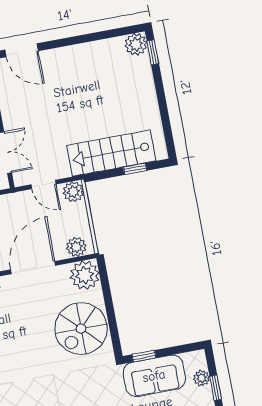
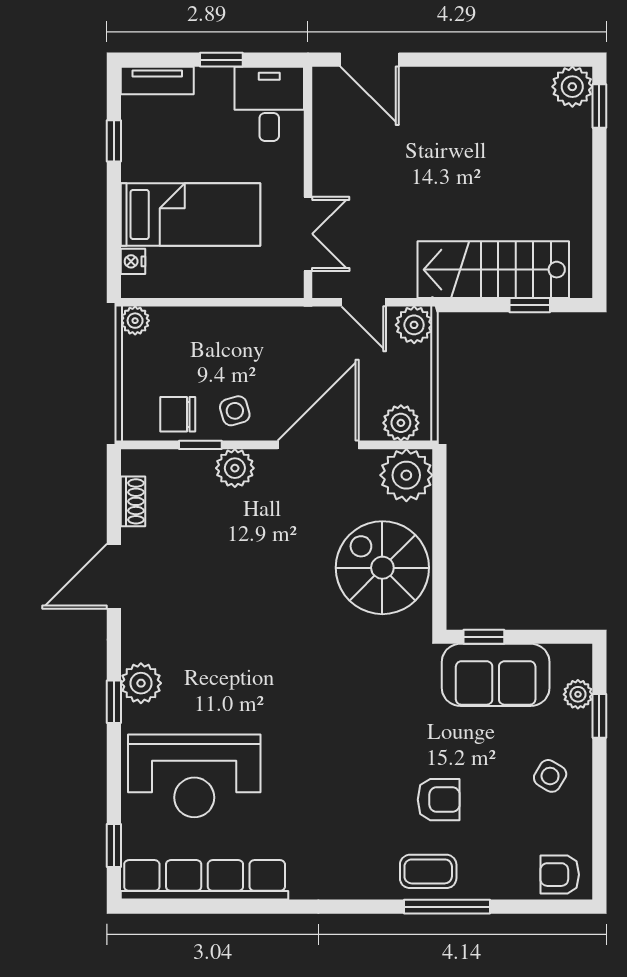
spiral stairs: (81, 329) -> (382, 568), turned 90

